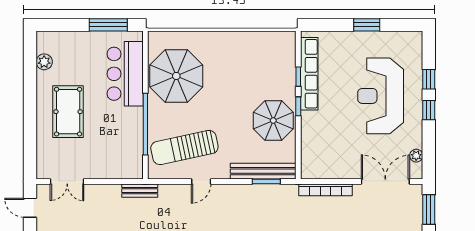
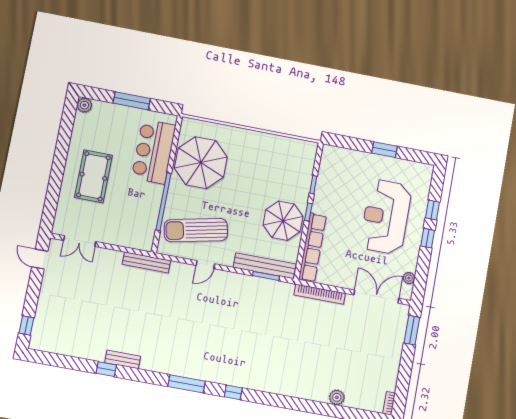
window: (108, 25) -> (132, 101), moved
plant: (44, 62) -> (84, 105), moved
row of seats: (309, 74) -> (312, 247), moved
bench: (140, 191) -> (146, 262), width x1.36

